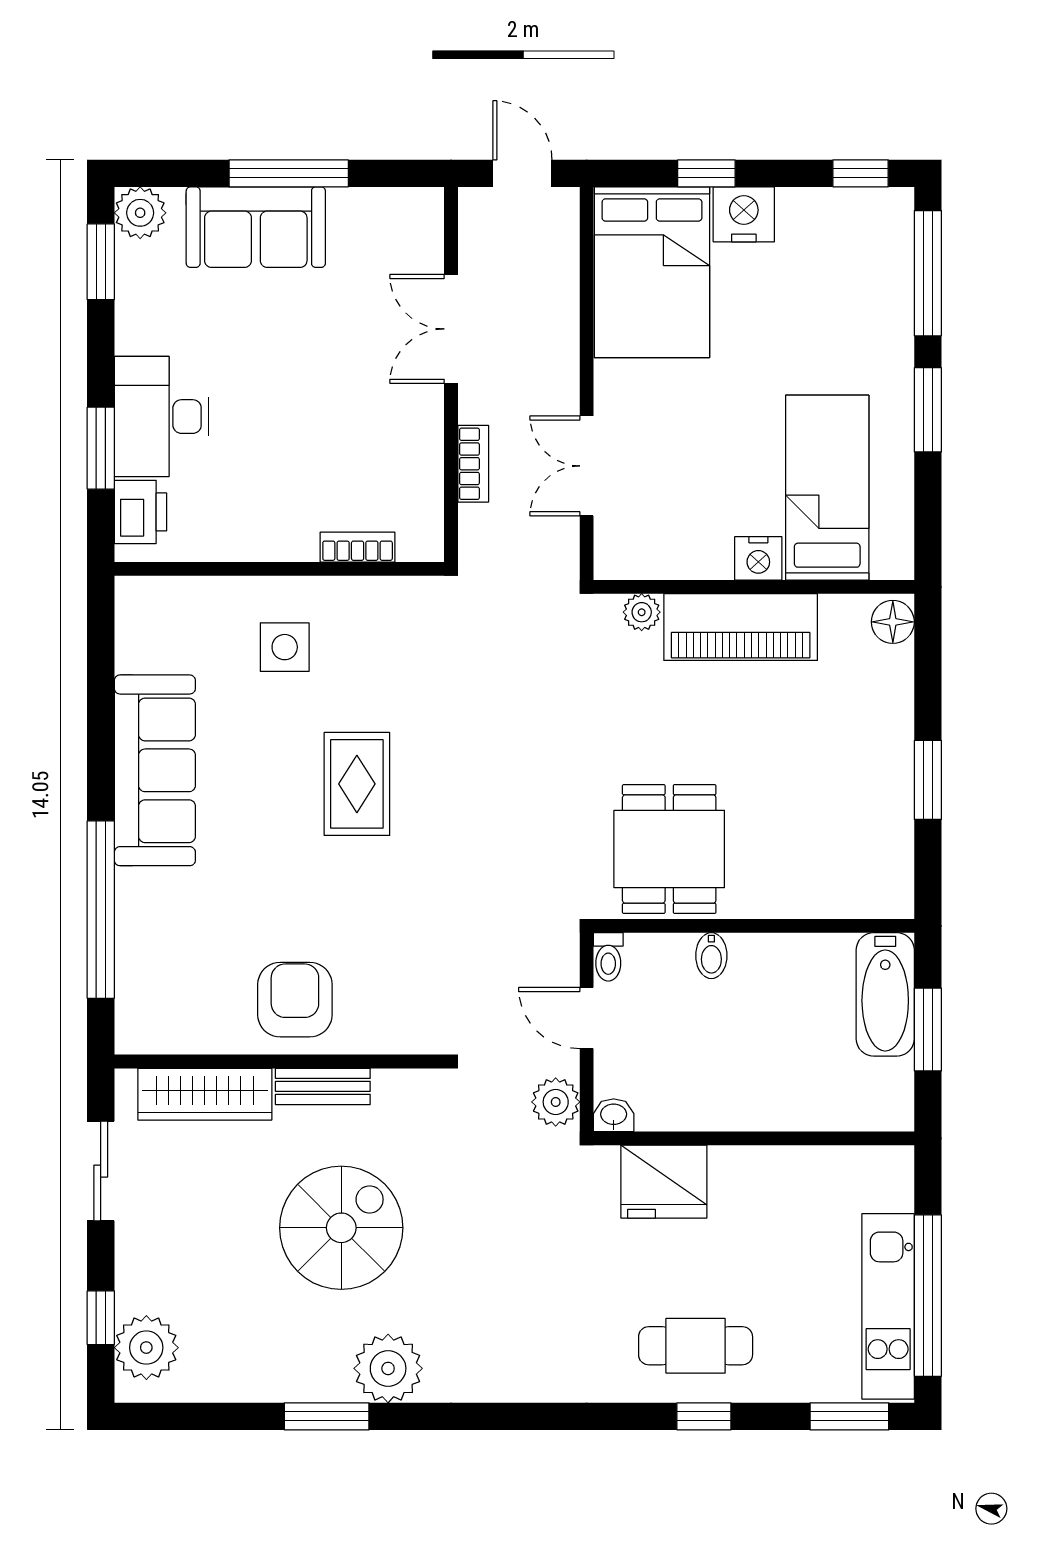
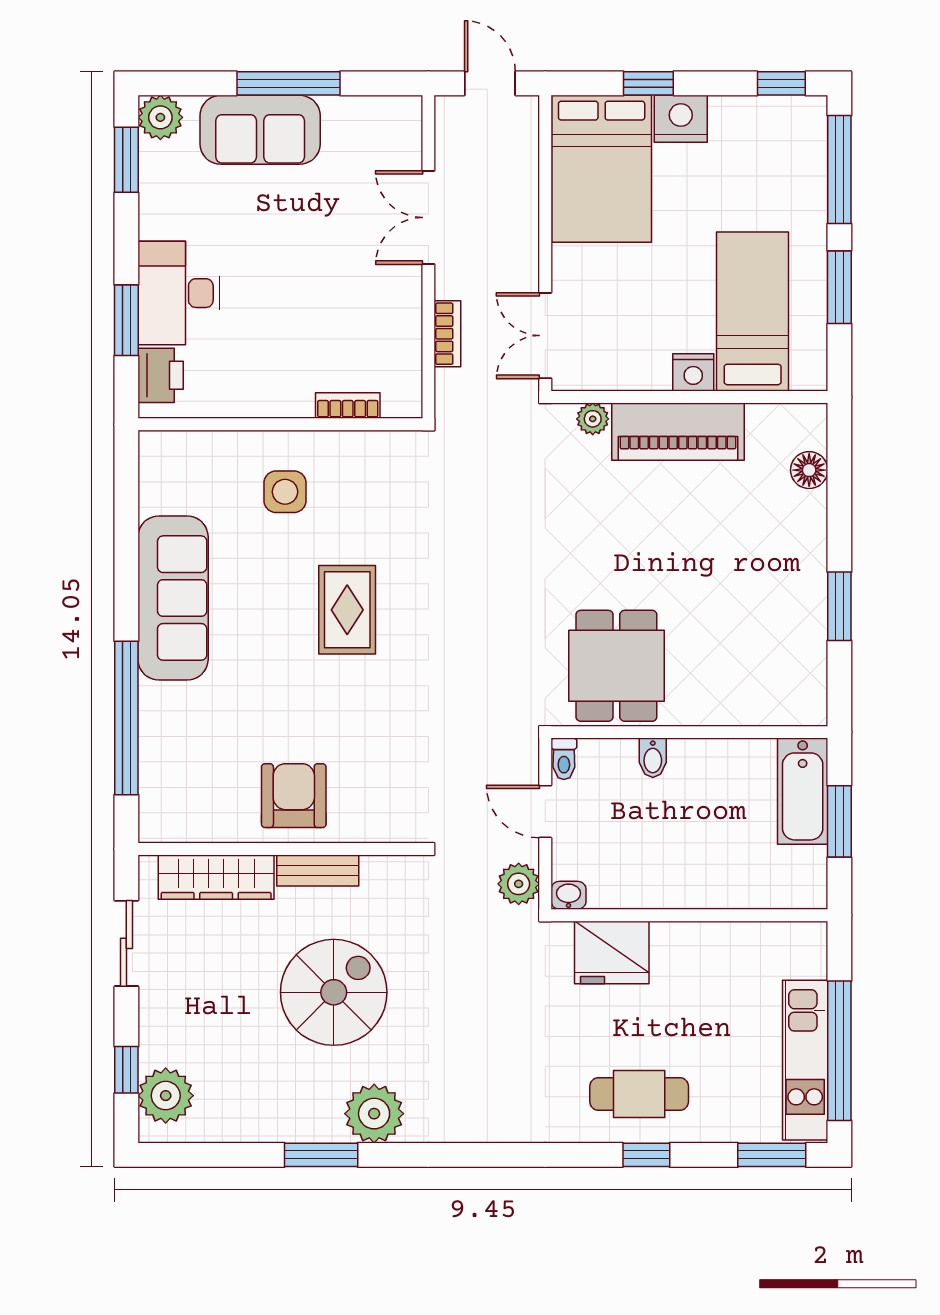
bed: (827, 488) -> (753, 312), moved
nightstand: (758, 558) -> (693, 372), moved
wall: (754, 587) -> (689, 397), moved
plant: (642, 612) -> (593, 419), moved
piano: (741, 627) -> (678, 432), moved

